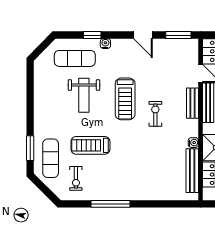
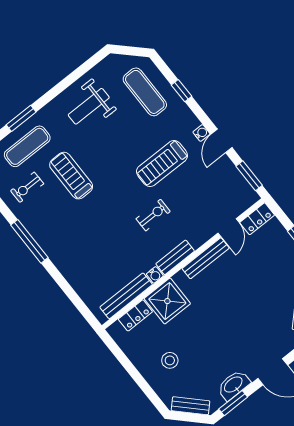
water cooler: (105, 44) -> (201, 133), moved
weight bench: (84, 95) -> (89, 106), moved
treadmill: (125, 99) -> (162, 164), moved
bench: (192, 103) -> (175, 257), moved

